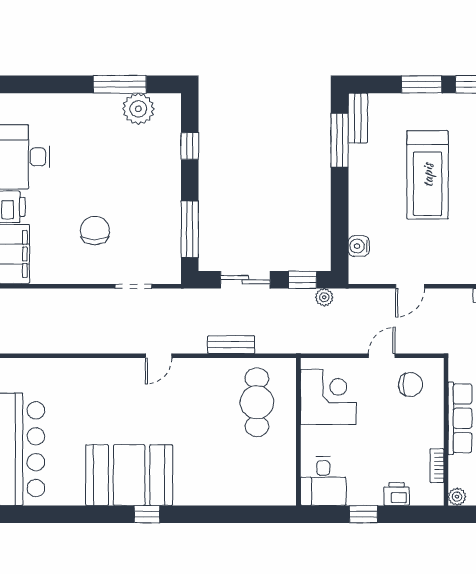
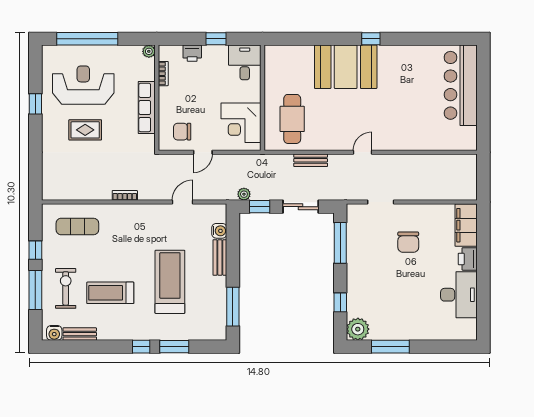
plant: (138, 109) -> (358, 329), moved
bench: (358, 118) -> (220, 257), moved
booth: (129, 475) -> (346, 67), moved

